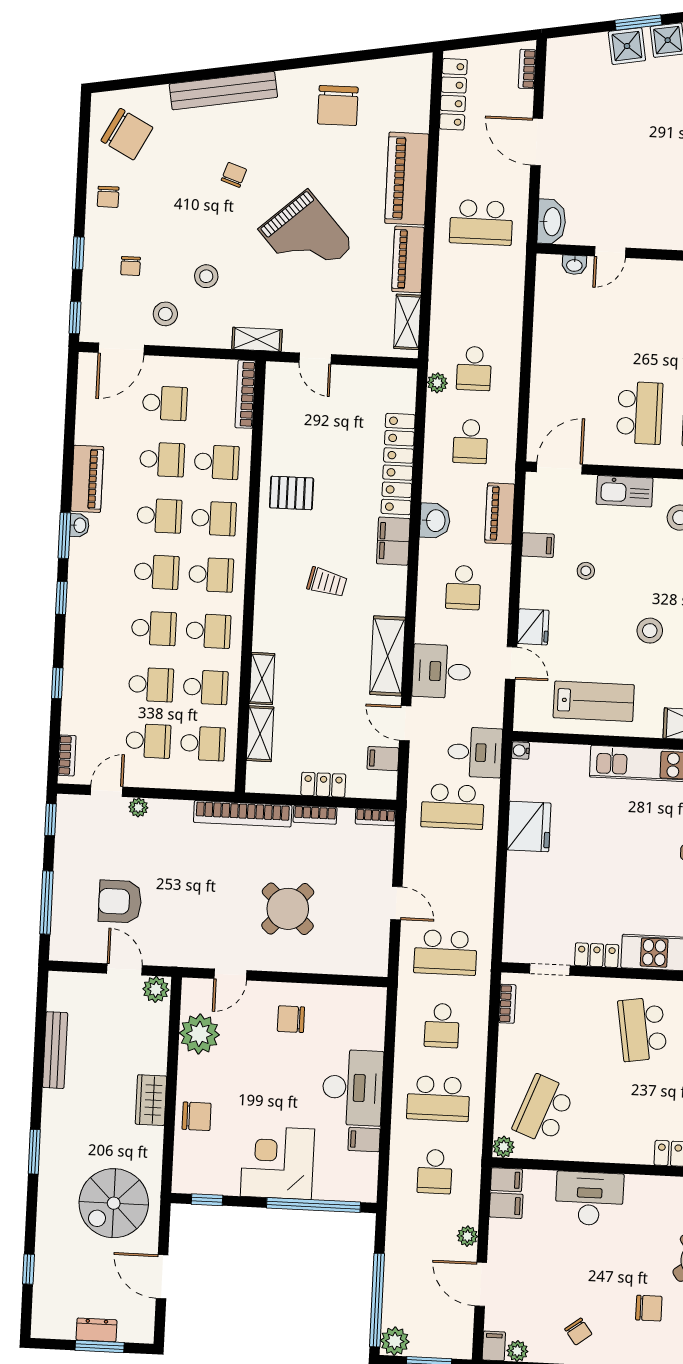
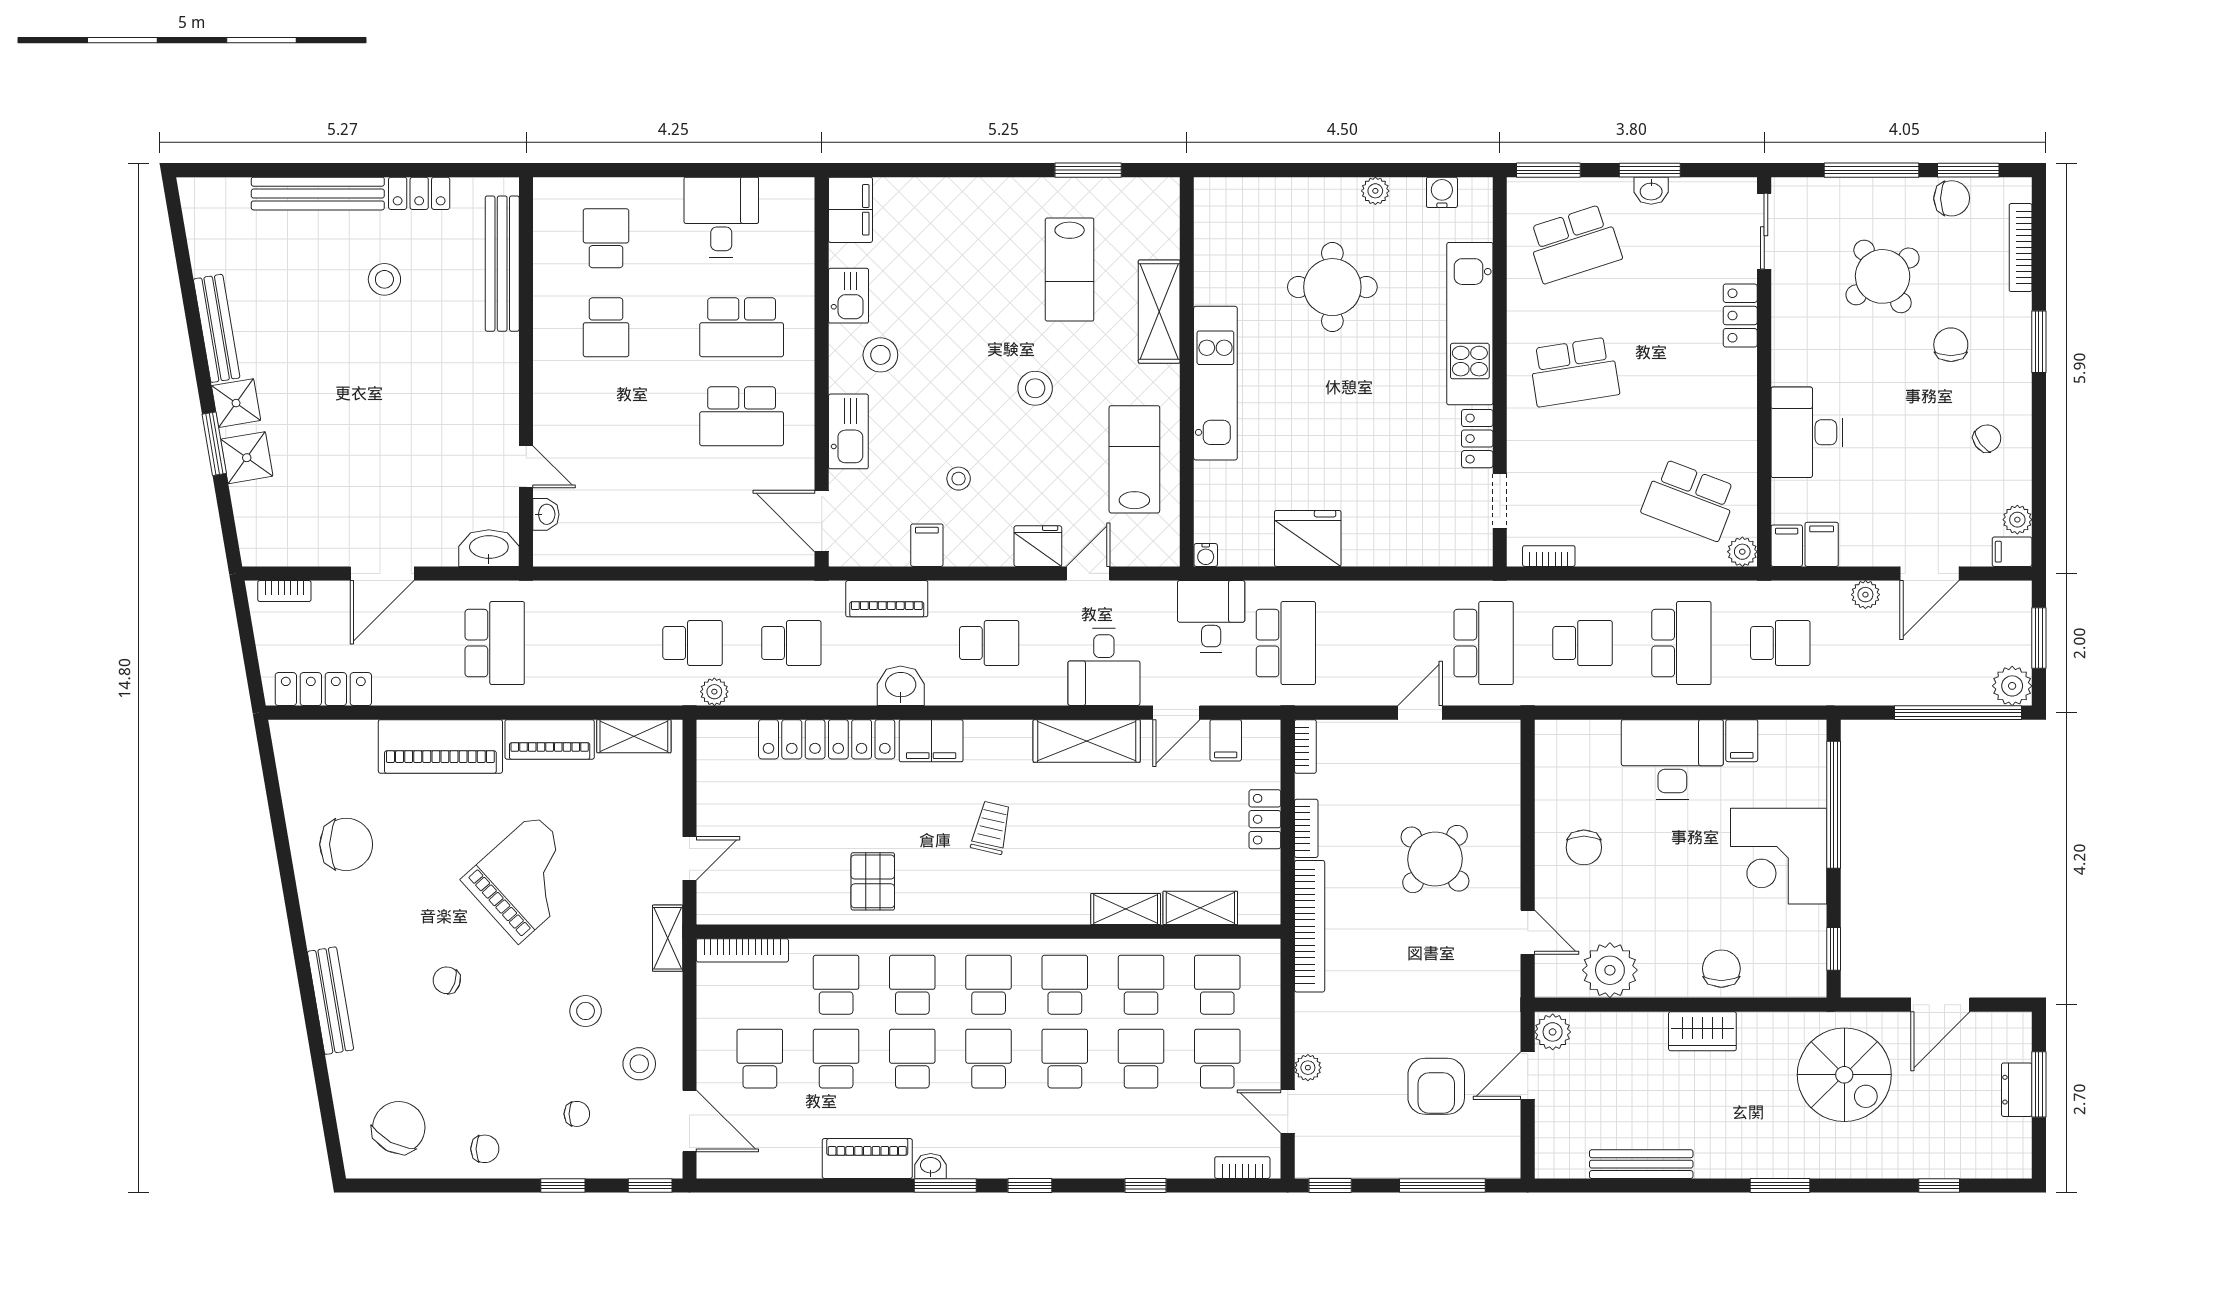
bench: (223, 91) -> (331, 1001), width x0.73, depth x0.82
school desk: (640, 413) -> (742, 416), turned 180

